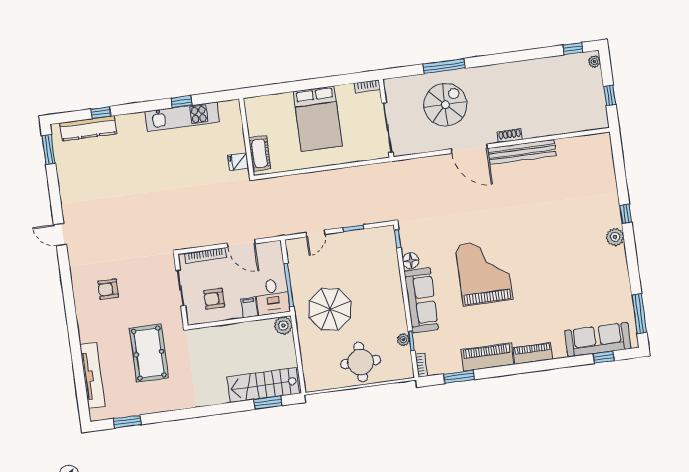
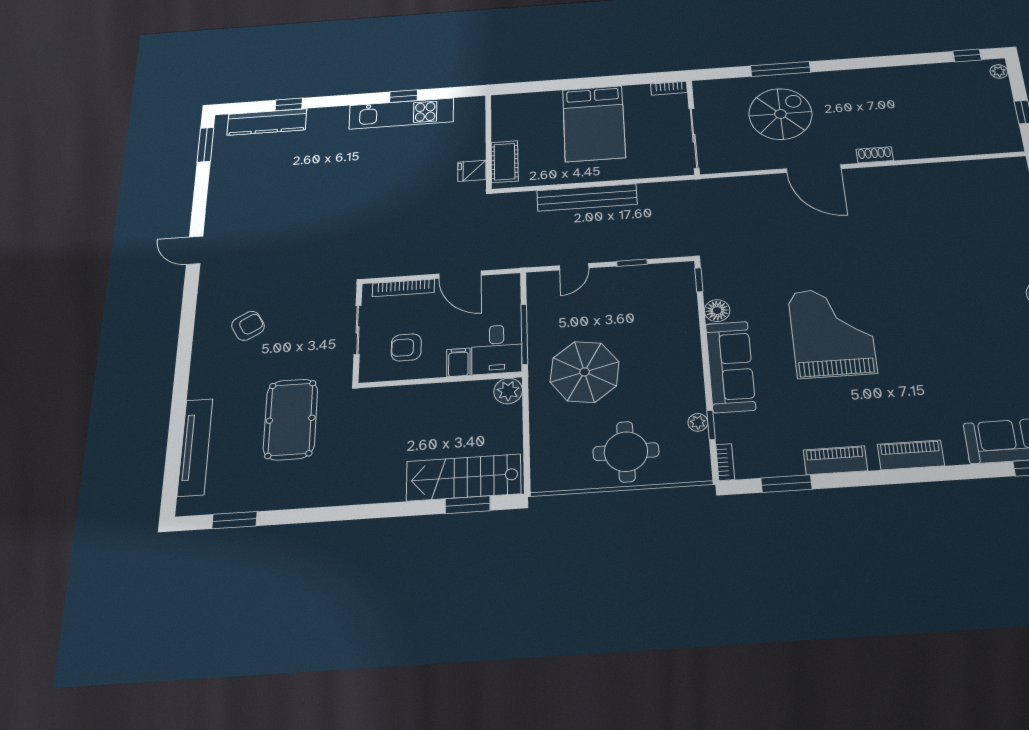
bench: (522, 152) -> (587, 197), moved
armchair: (108, 289) -> (248, 326), turned 151
piano: (487, 357) -> (835, 460), width x0.73, depth x0.75

